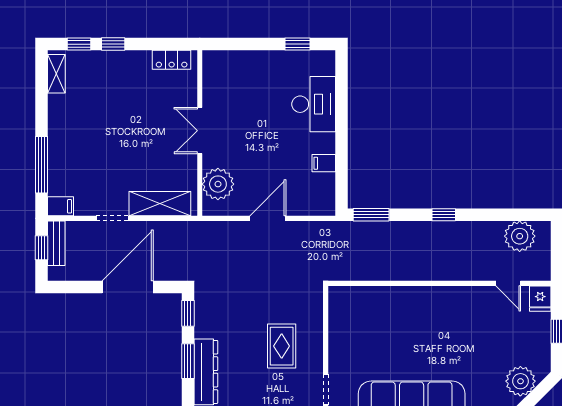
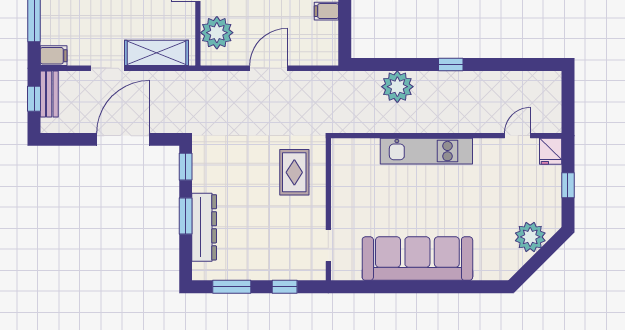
window: (371, 215) -> (375, 64), removed
plant: (520, 236) -> (397, 87), moved
door: (508, 283) -> (518, 136), swing flipped
kitchen unit: (420, 298) -> (426, 151), added
rug: (282, 346) -> (294, 172), moved

